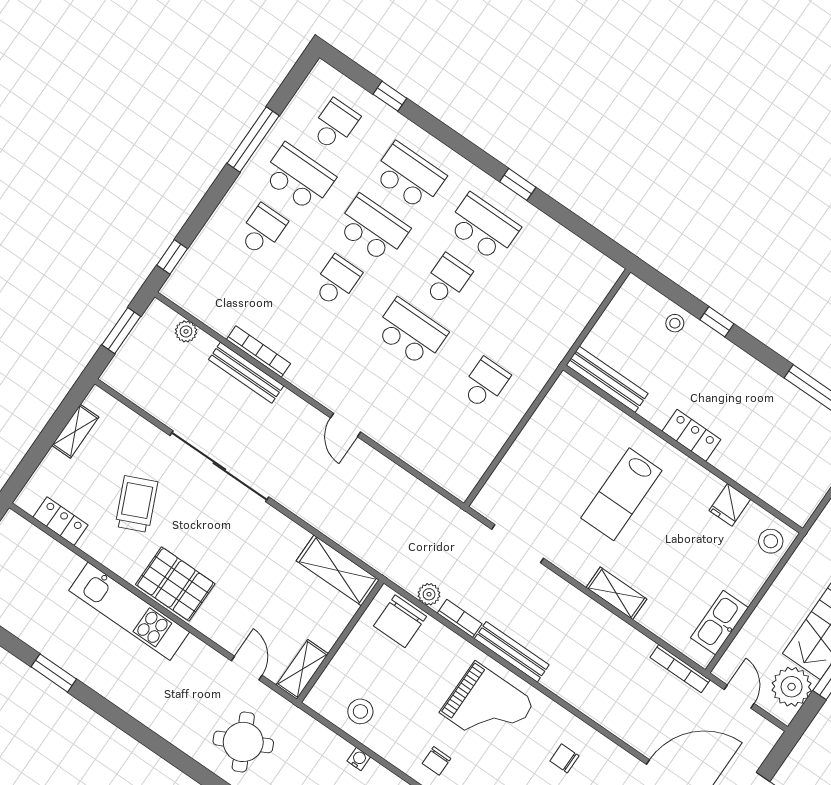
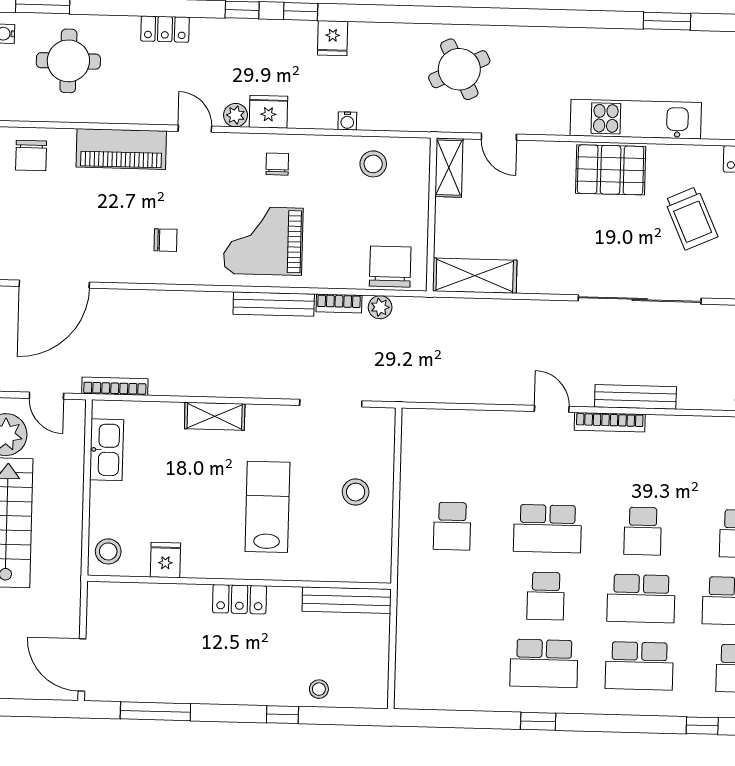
bookcase: (259, 351) -> (610, 422), moved
bench: (246, 373) -> (635, 397), moved
stool: (544, 460) -> (356, 492), added

